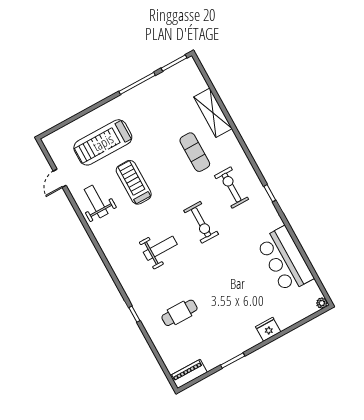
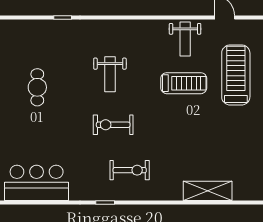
exercise mat: (195, 152) -> (181, 154), removed
weight bench: (96, 201) -> (185, 39), turned 90
cafe table: (179, 313) -> (37, 87), moved

